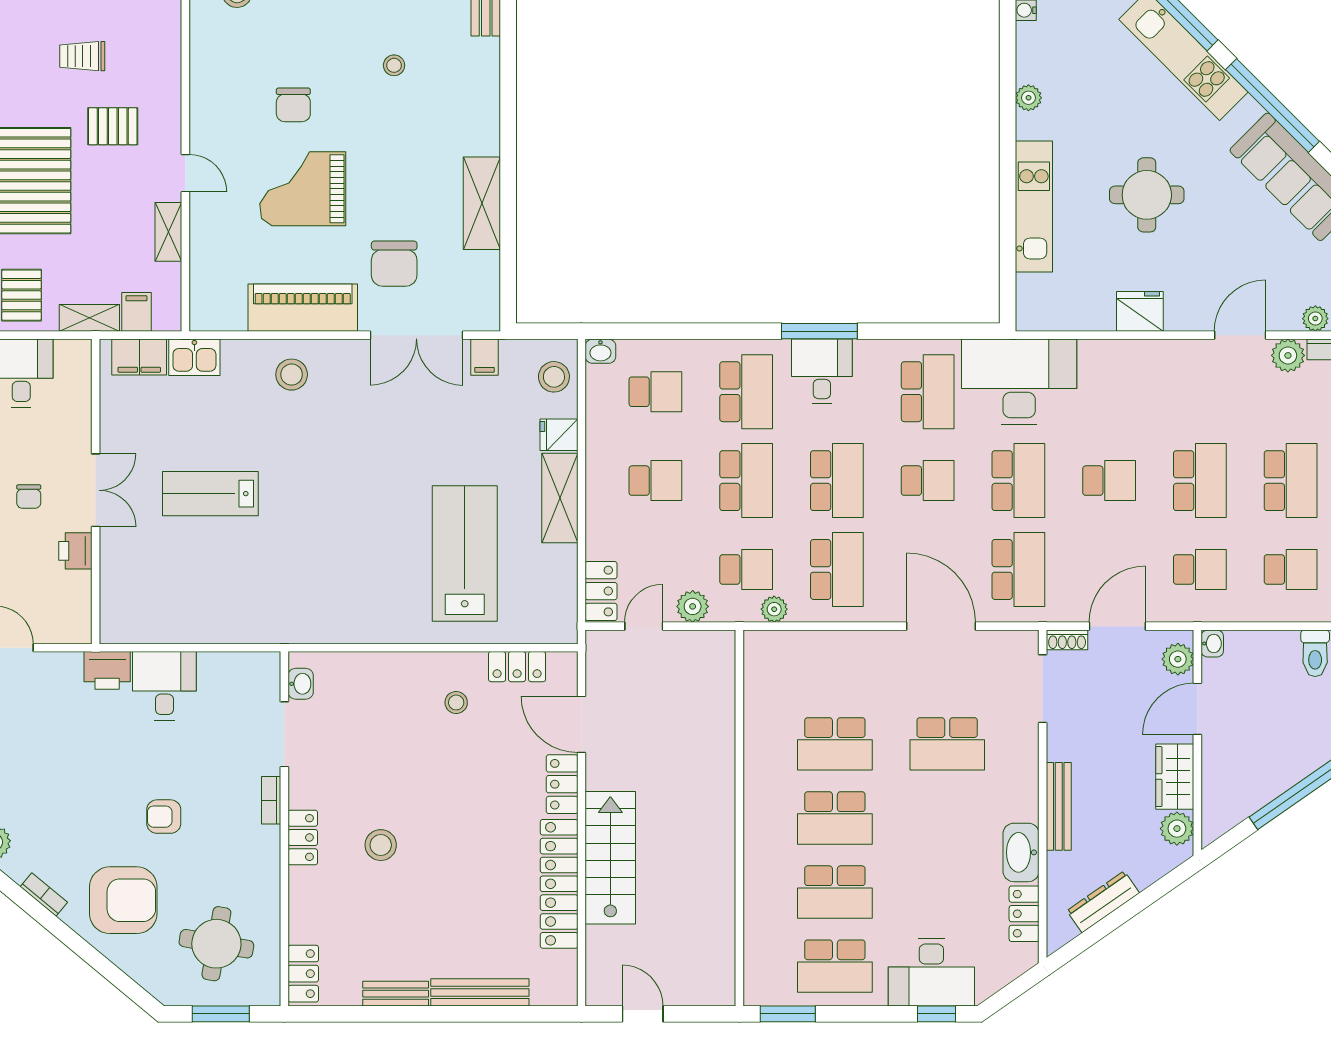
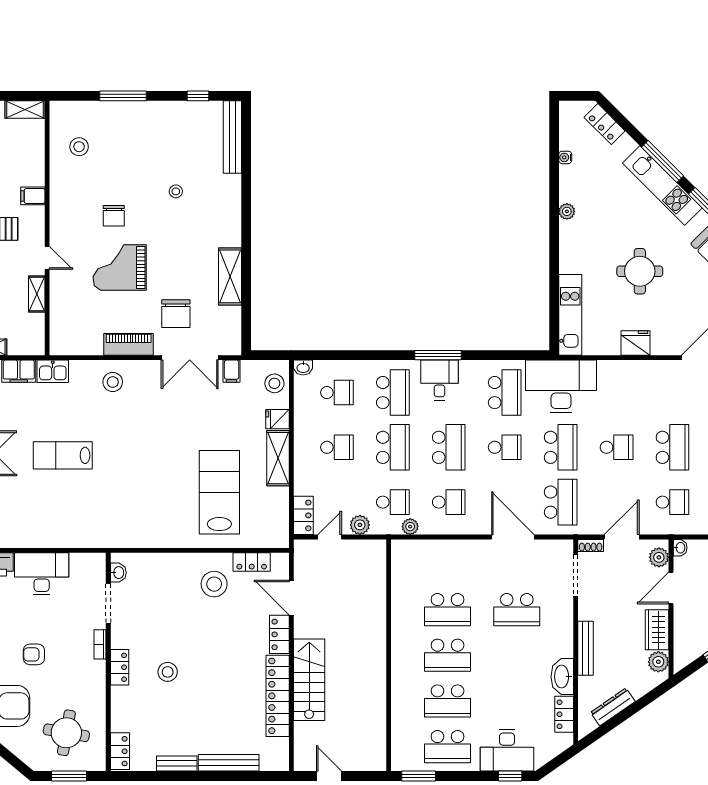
kitchen unit: (1034, 206) -> (570, 315), moved
piano: (303, 308) -> (129, 344), width x0.73, depth x0.75
filing cabinet: (136, 312) -> (33, 196), moved, turned -90
school desk: (837, 569) -> (449, 502), width x0.54
desk: (164, 686) -> (42, 574), width x1.37
stool: (456, 702) -> (214, 584), width x1.89, depth x1.89

